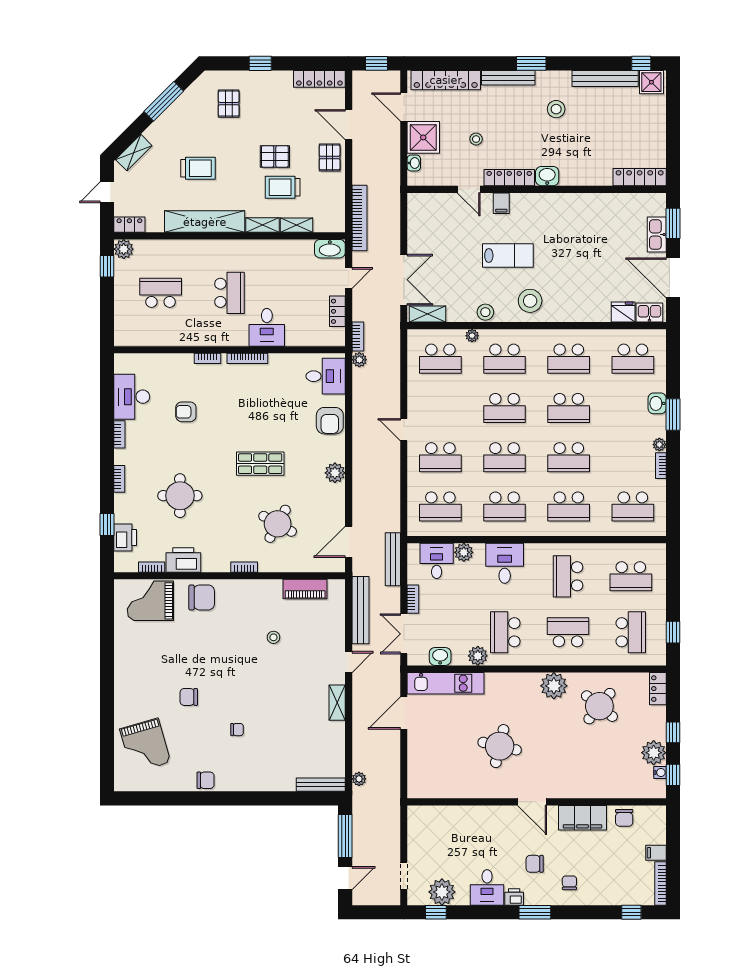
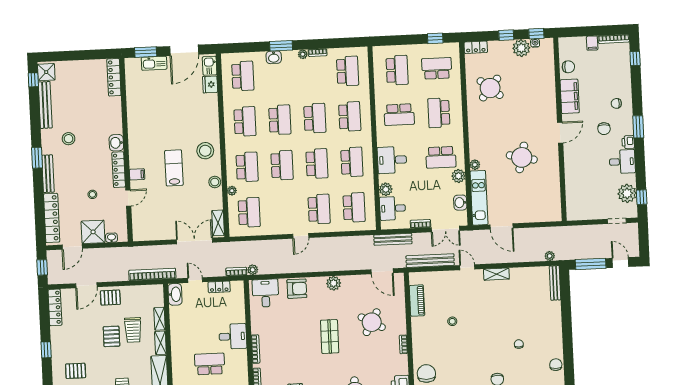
plant: (554, 686) -> (475, 165), moved, width x0.53, depth x0.53

